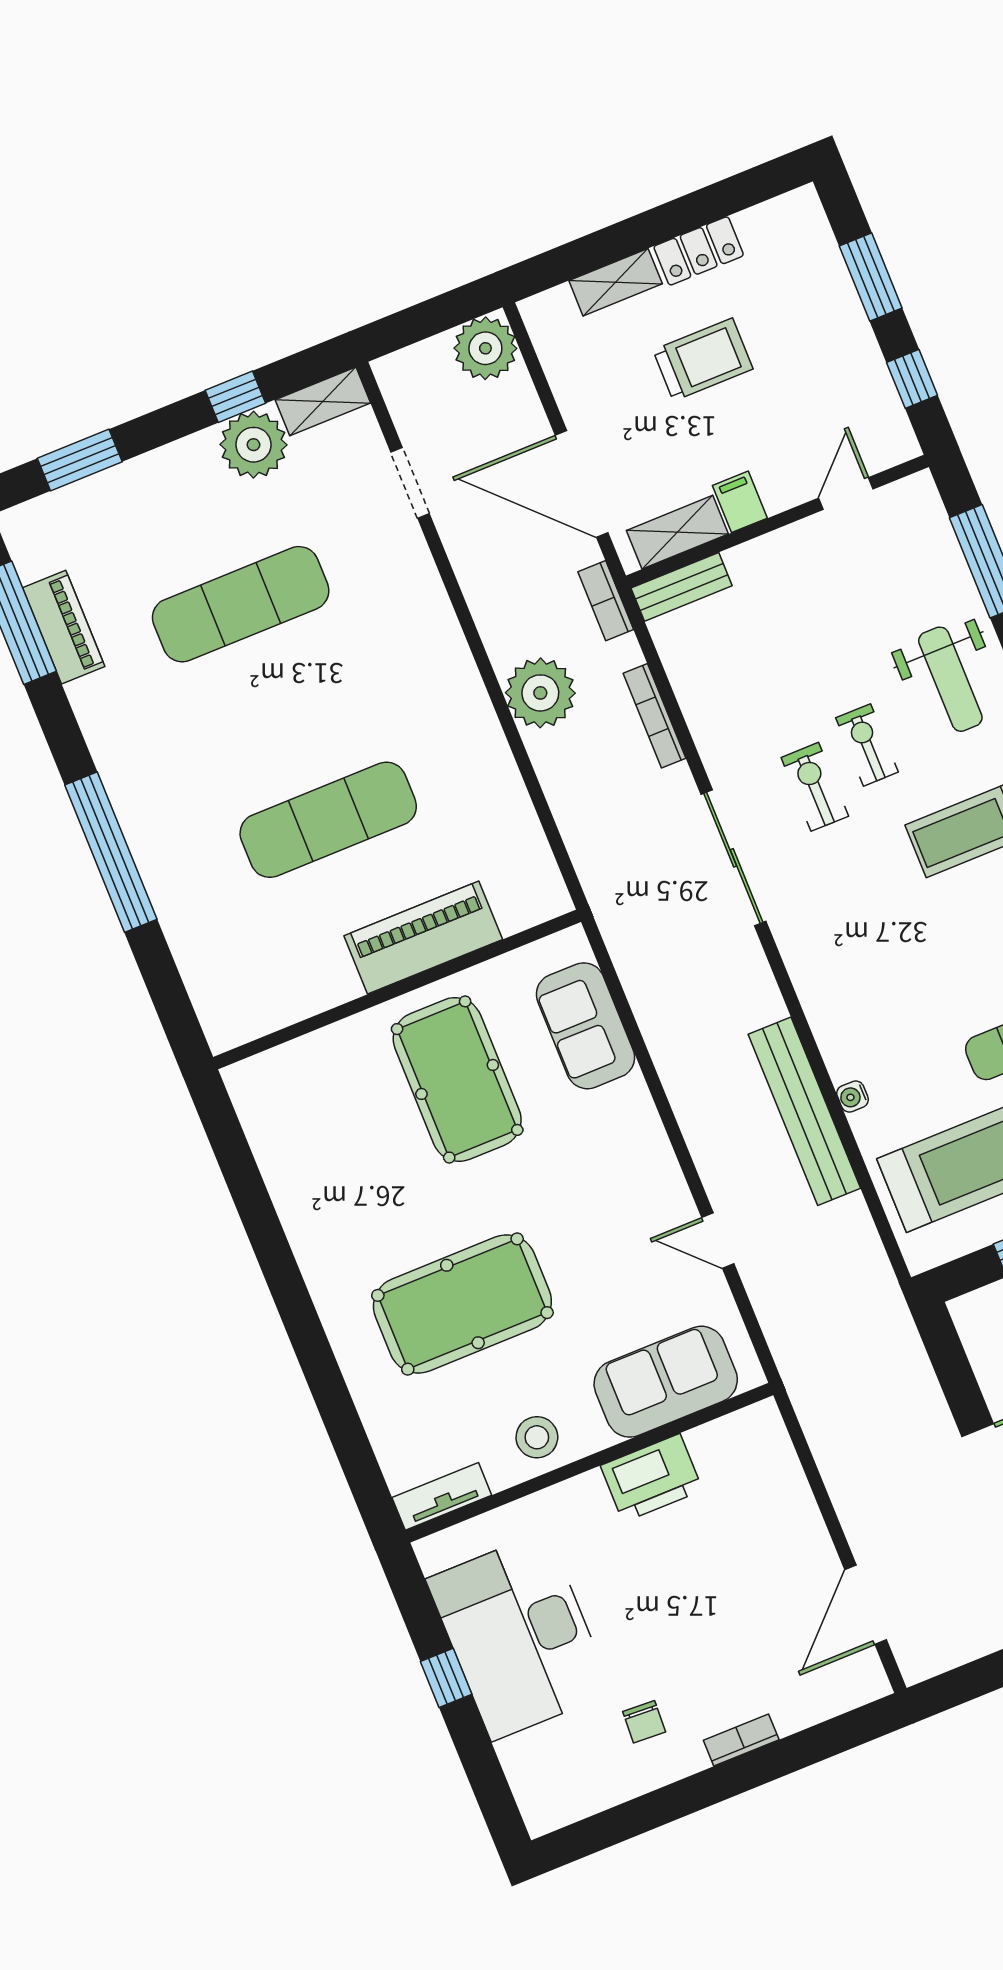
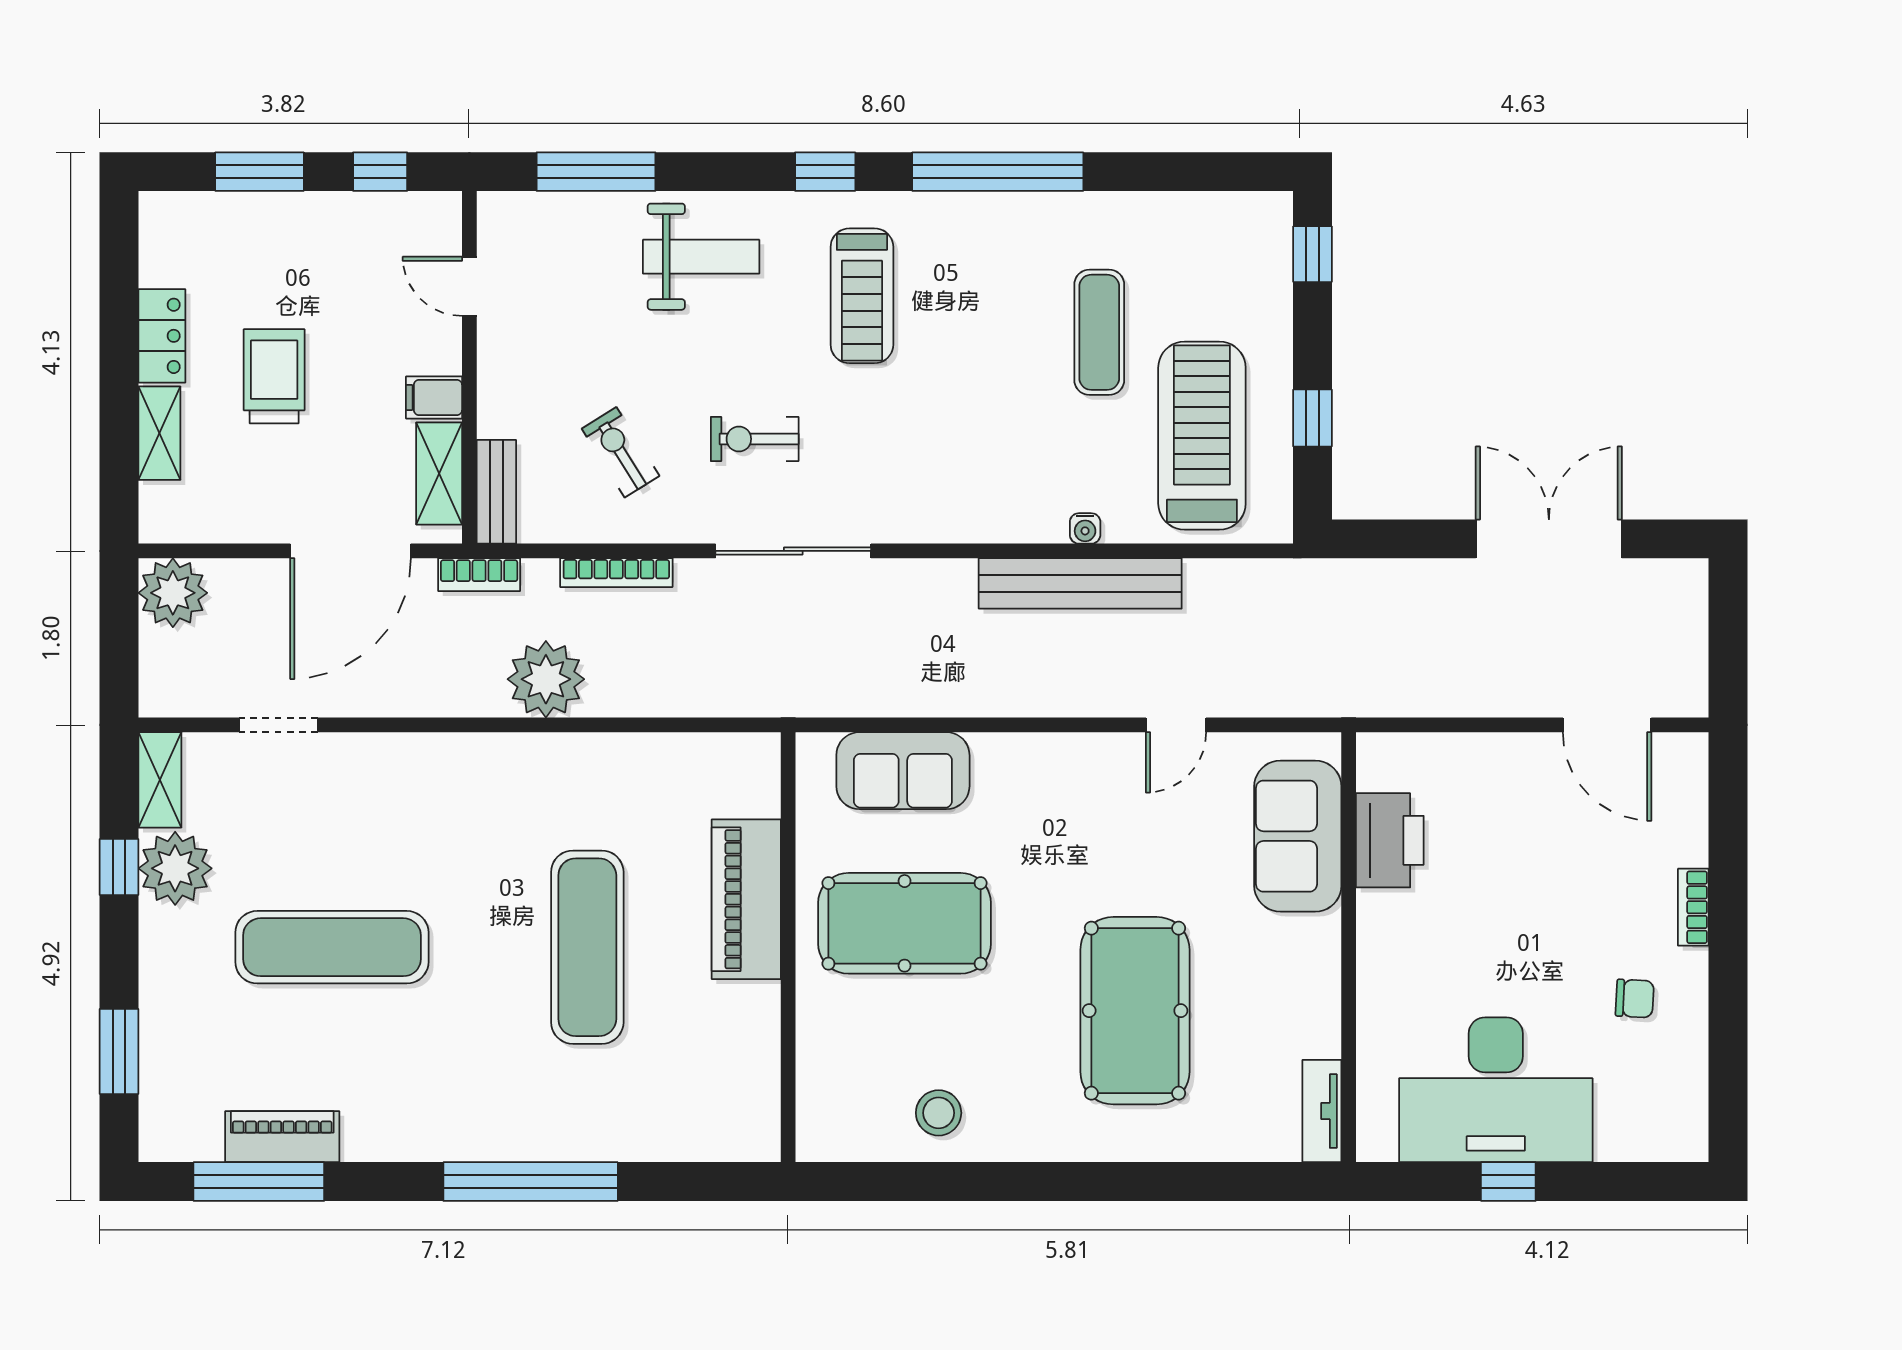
exercise mat: (241, 604) -> (332, 947), turned 90
exercise bike: (867, 745) -> (621, 452), moved, turned 58
stool: (537, 1437) -> (939, 1113), moved
printer: (652, 1478) -> (1390, 840), moved

